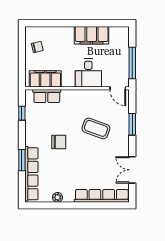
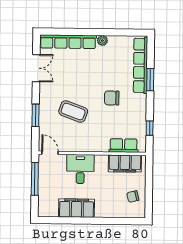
plant: (58, 197) -> (102, 41), moved

